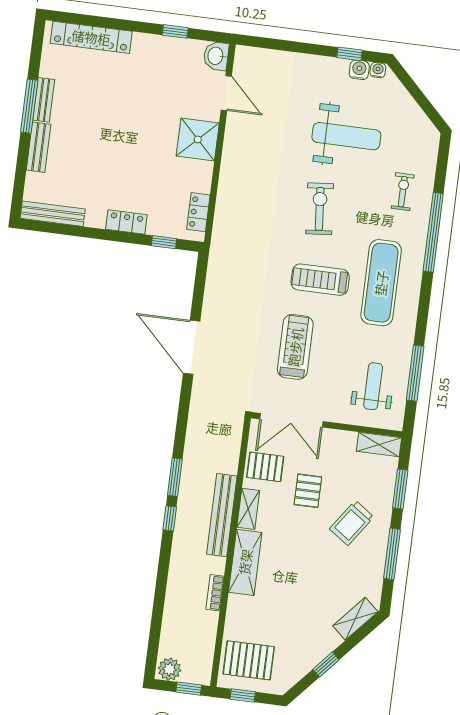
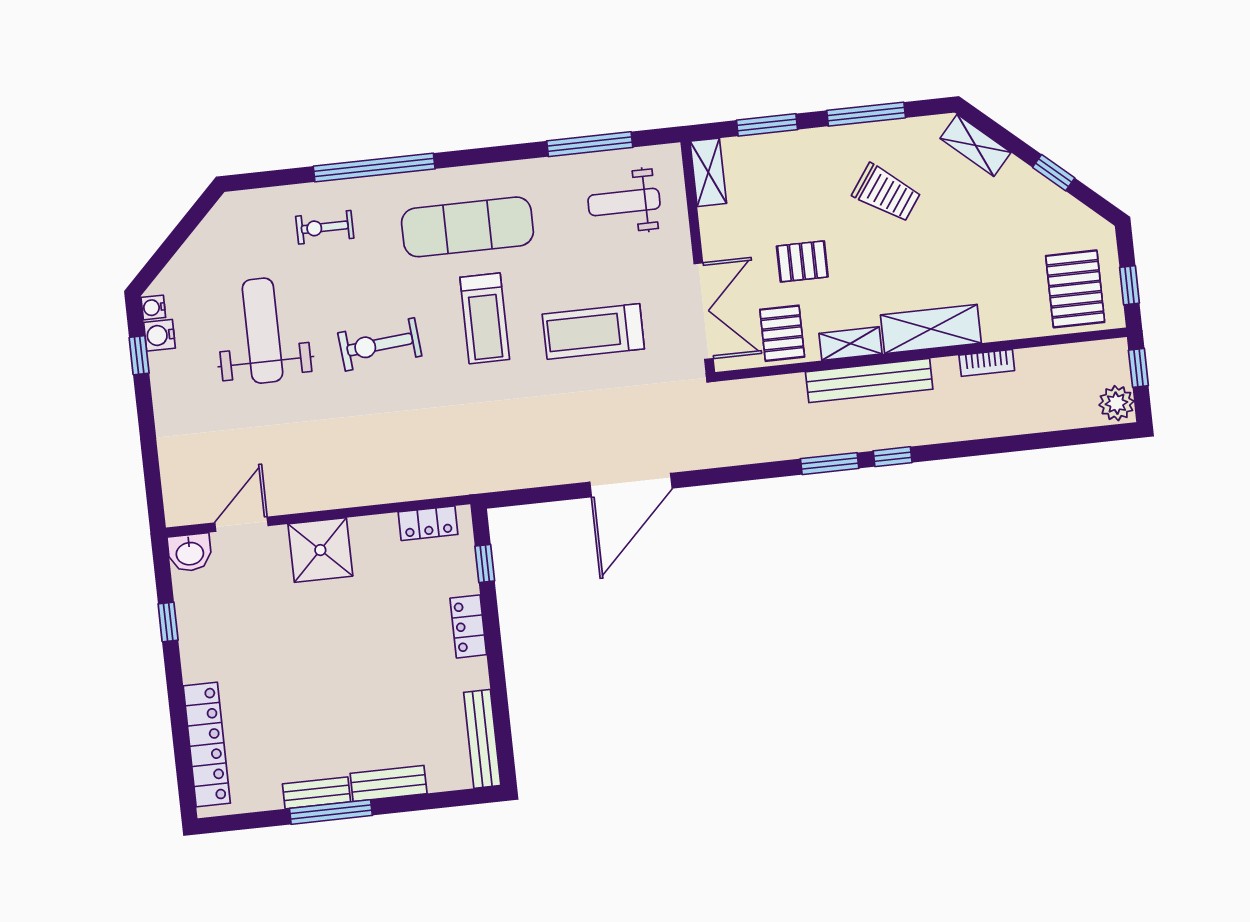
trolley: (352, 523) -> (887, 193), moved

